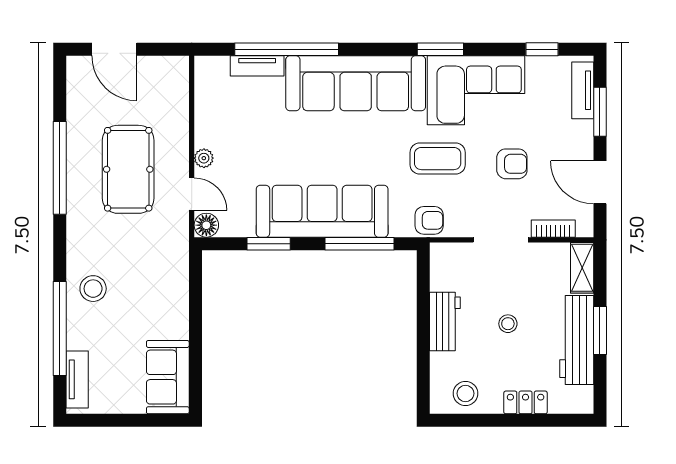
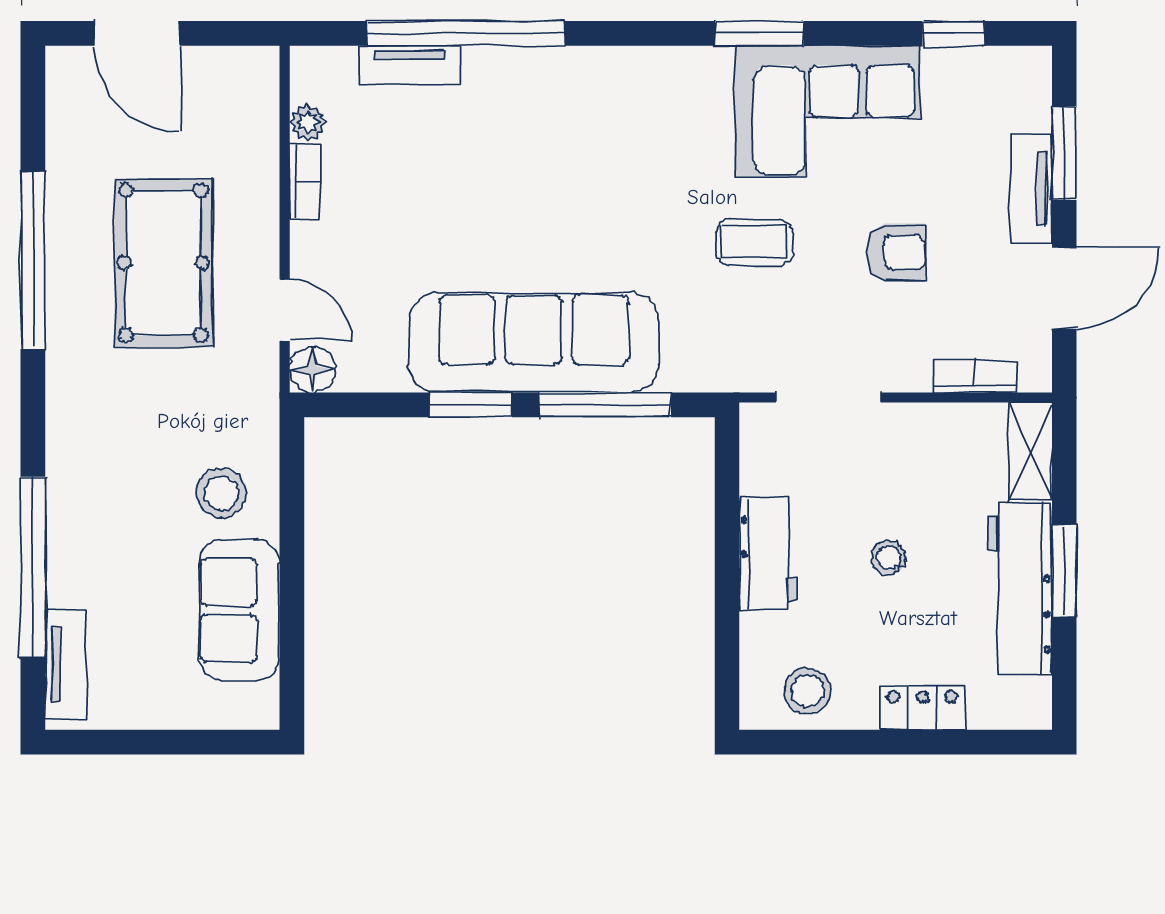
sofa: (356, 83) -> (598, 98), removed
tv unit: (583, 90) -> (1031, 188), moved
bookcase: (202, 127) -> (304, 182), added
plant: (204, 158) -> (308, 122), moved
coffee table: (438, 159) -> (754, 242), width x0.73, depth x0.77
door: (600, 182) -> (1064, 288), swing flipped
armchair: (429, 220) -> (738, 360), removed
doorway: (501, 240) -> (828, 398), moved
window: (269, 244) -> (471, 405), moved
stool: (93, 289) -> (221, 493), moved
sofa: (168, 377) -> (239, 610), moved

